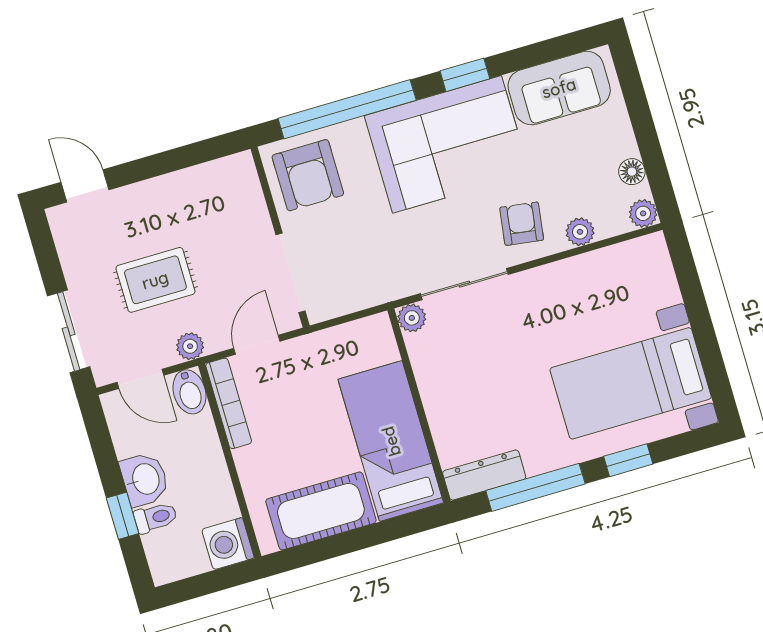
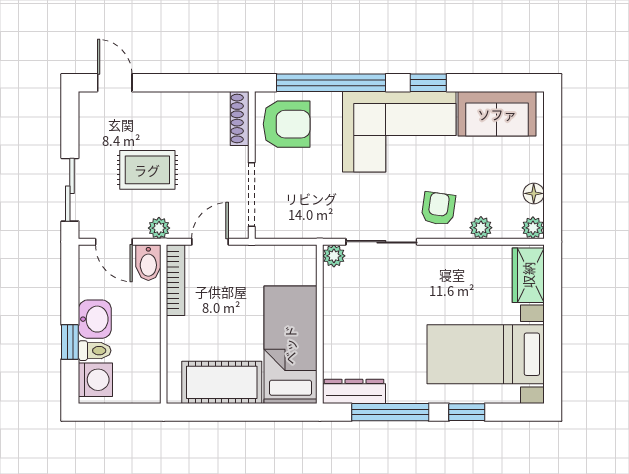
armchair: (308, 175) -> (287, 124), turned -90
shoe rack: (249, 185) -> (240, 118), added
wardrobe: (654, 273) -> (528, 275), added
washing machine: (228, 544) -> (95, 380), moved, turned 180

